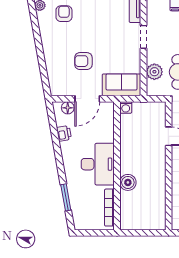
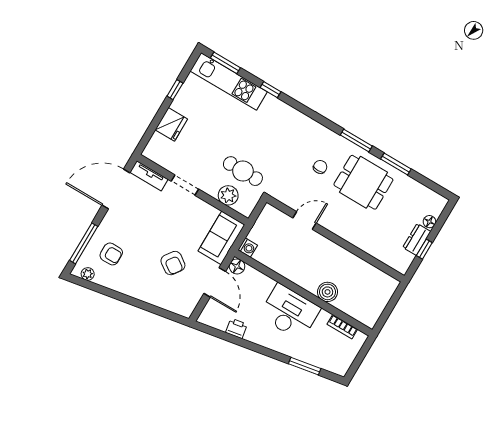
armchair: (64, 14) -> (111, 254), turned 180
armchair: (83, 61) -> (173, 263), turned -55
floor lamp: (68, 108) -> (237, 266), moved
bookcase: (109, 208) -> (342, 327), width x0.64

